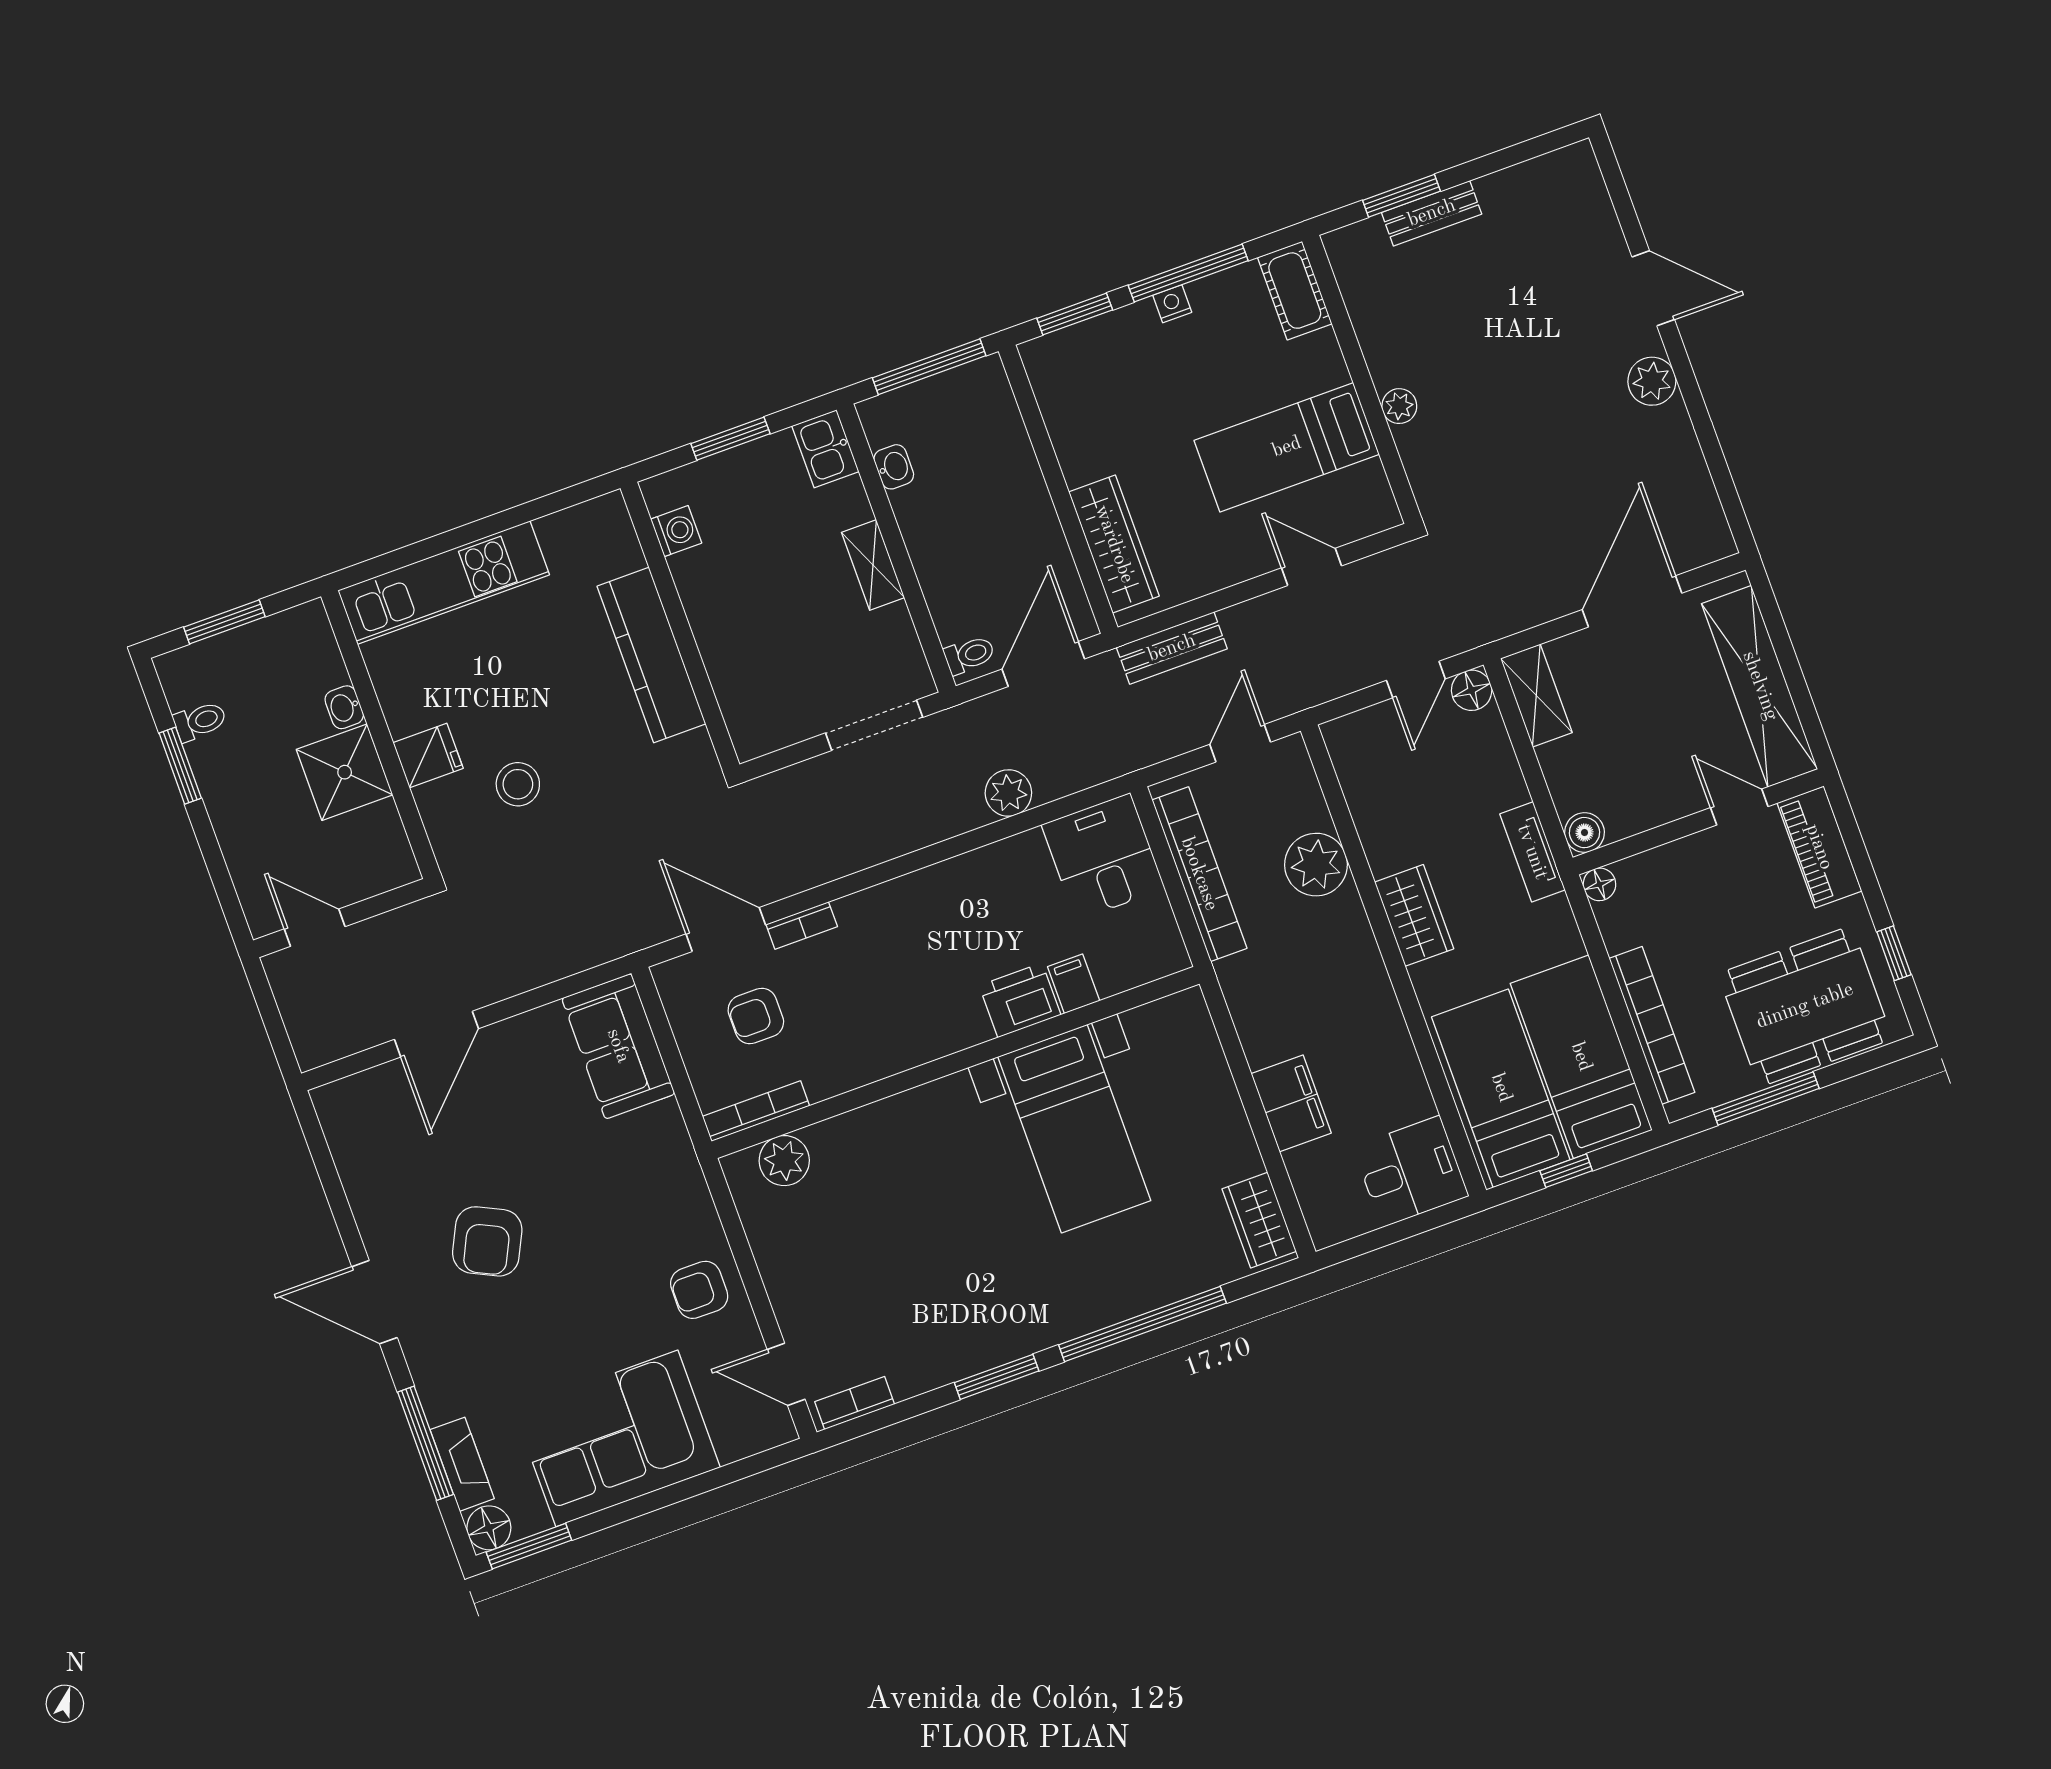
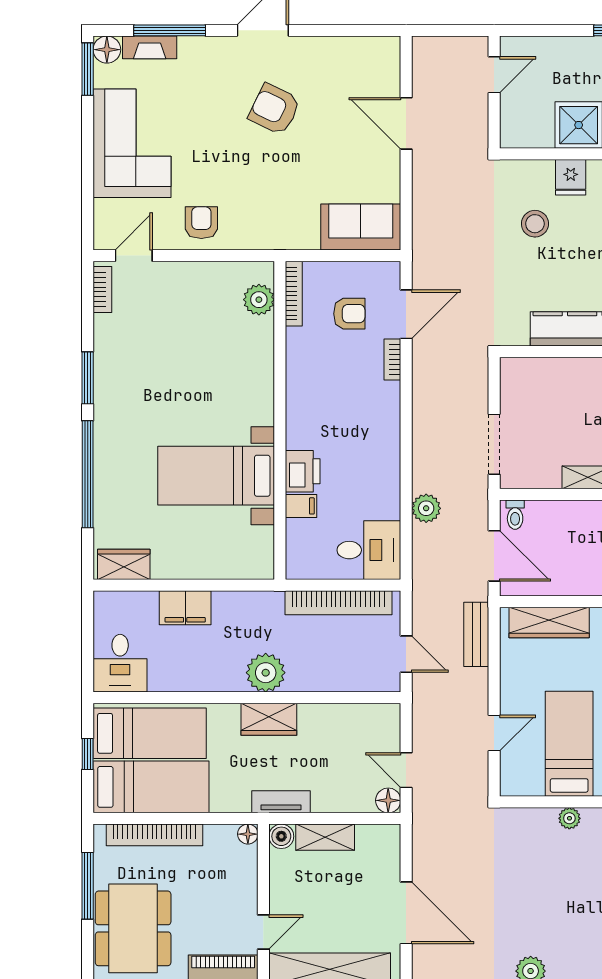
shelving: (1536, 695) -> (325, 837), moved
plant: (1316, 865) -> (266, 673), moved
armchair: (756, 1016) -> (349, 314), turned 90

